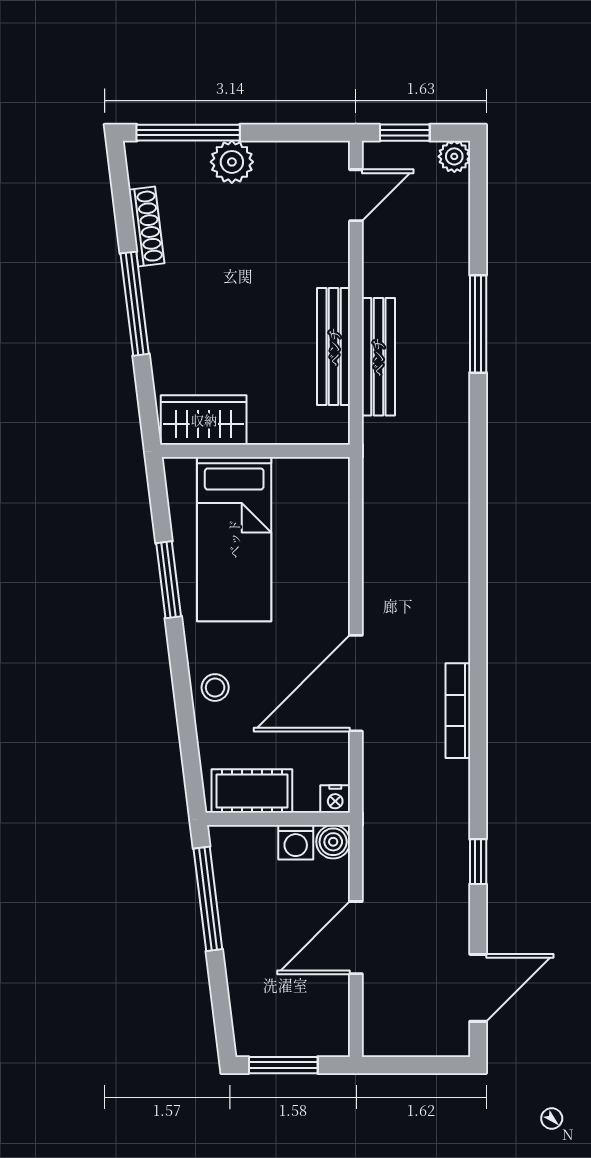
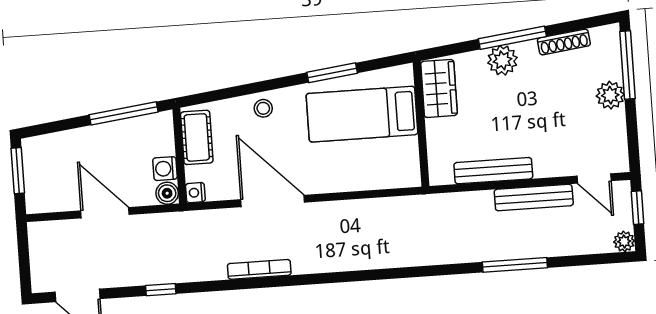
plant: (168, 321) -> (503, 60), added
bench: (378, 357) -> (534, 198), moved

